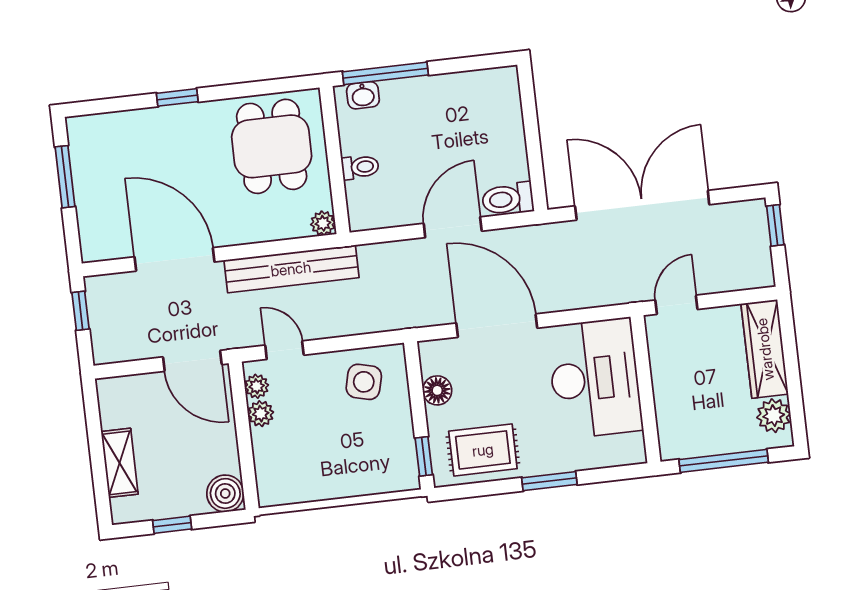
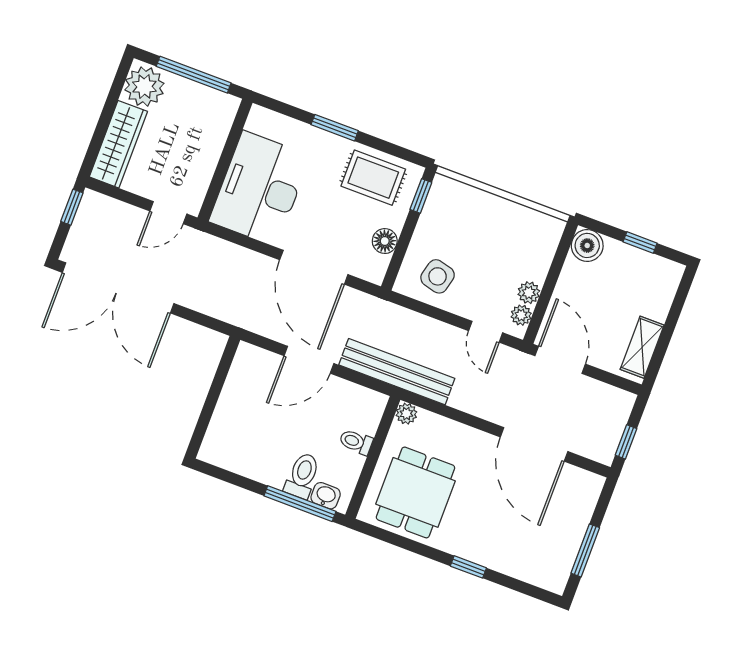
toilet: (508, 199) -> (302, 476), moved, turned -90
double door: (642, 205) -> (118, 288), moved
window: (775, 225) -> (72, 207), moved
bench: (291, 269) -> (397, 372), moved
plant: (774, 416) -> (144, 87), width x1.36, depth x1.36
shelving: (120, 463) -> (642, 347), moved

